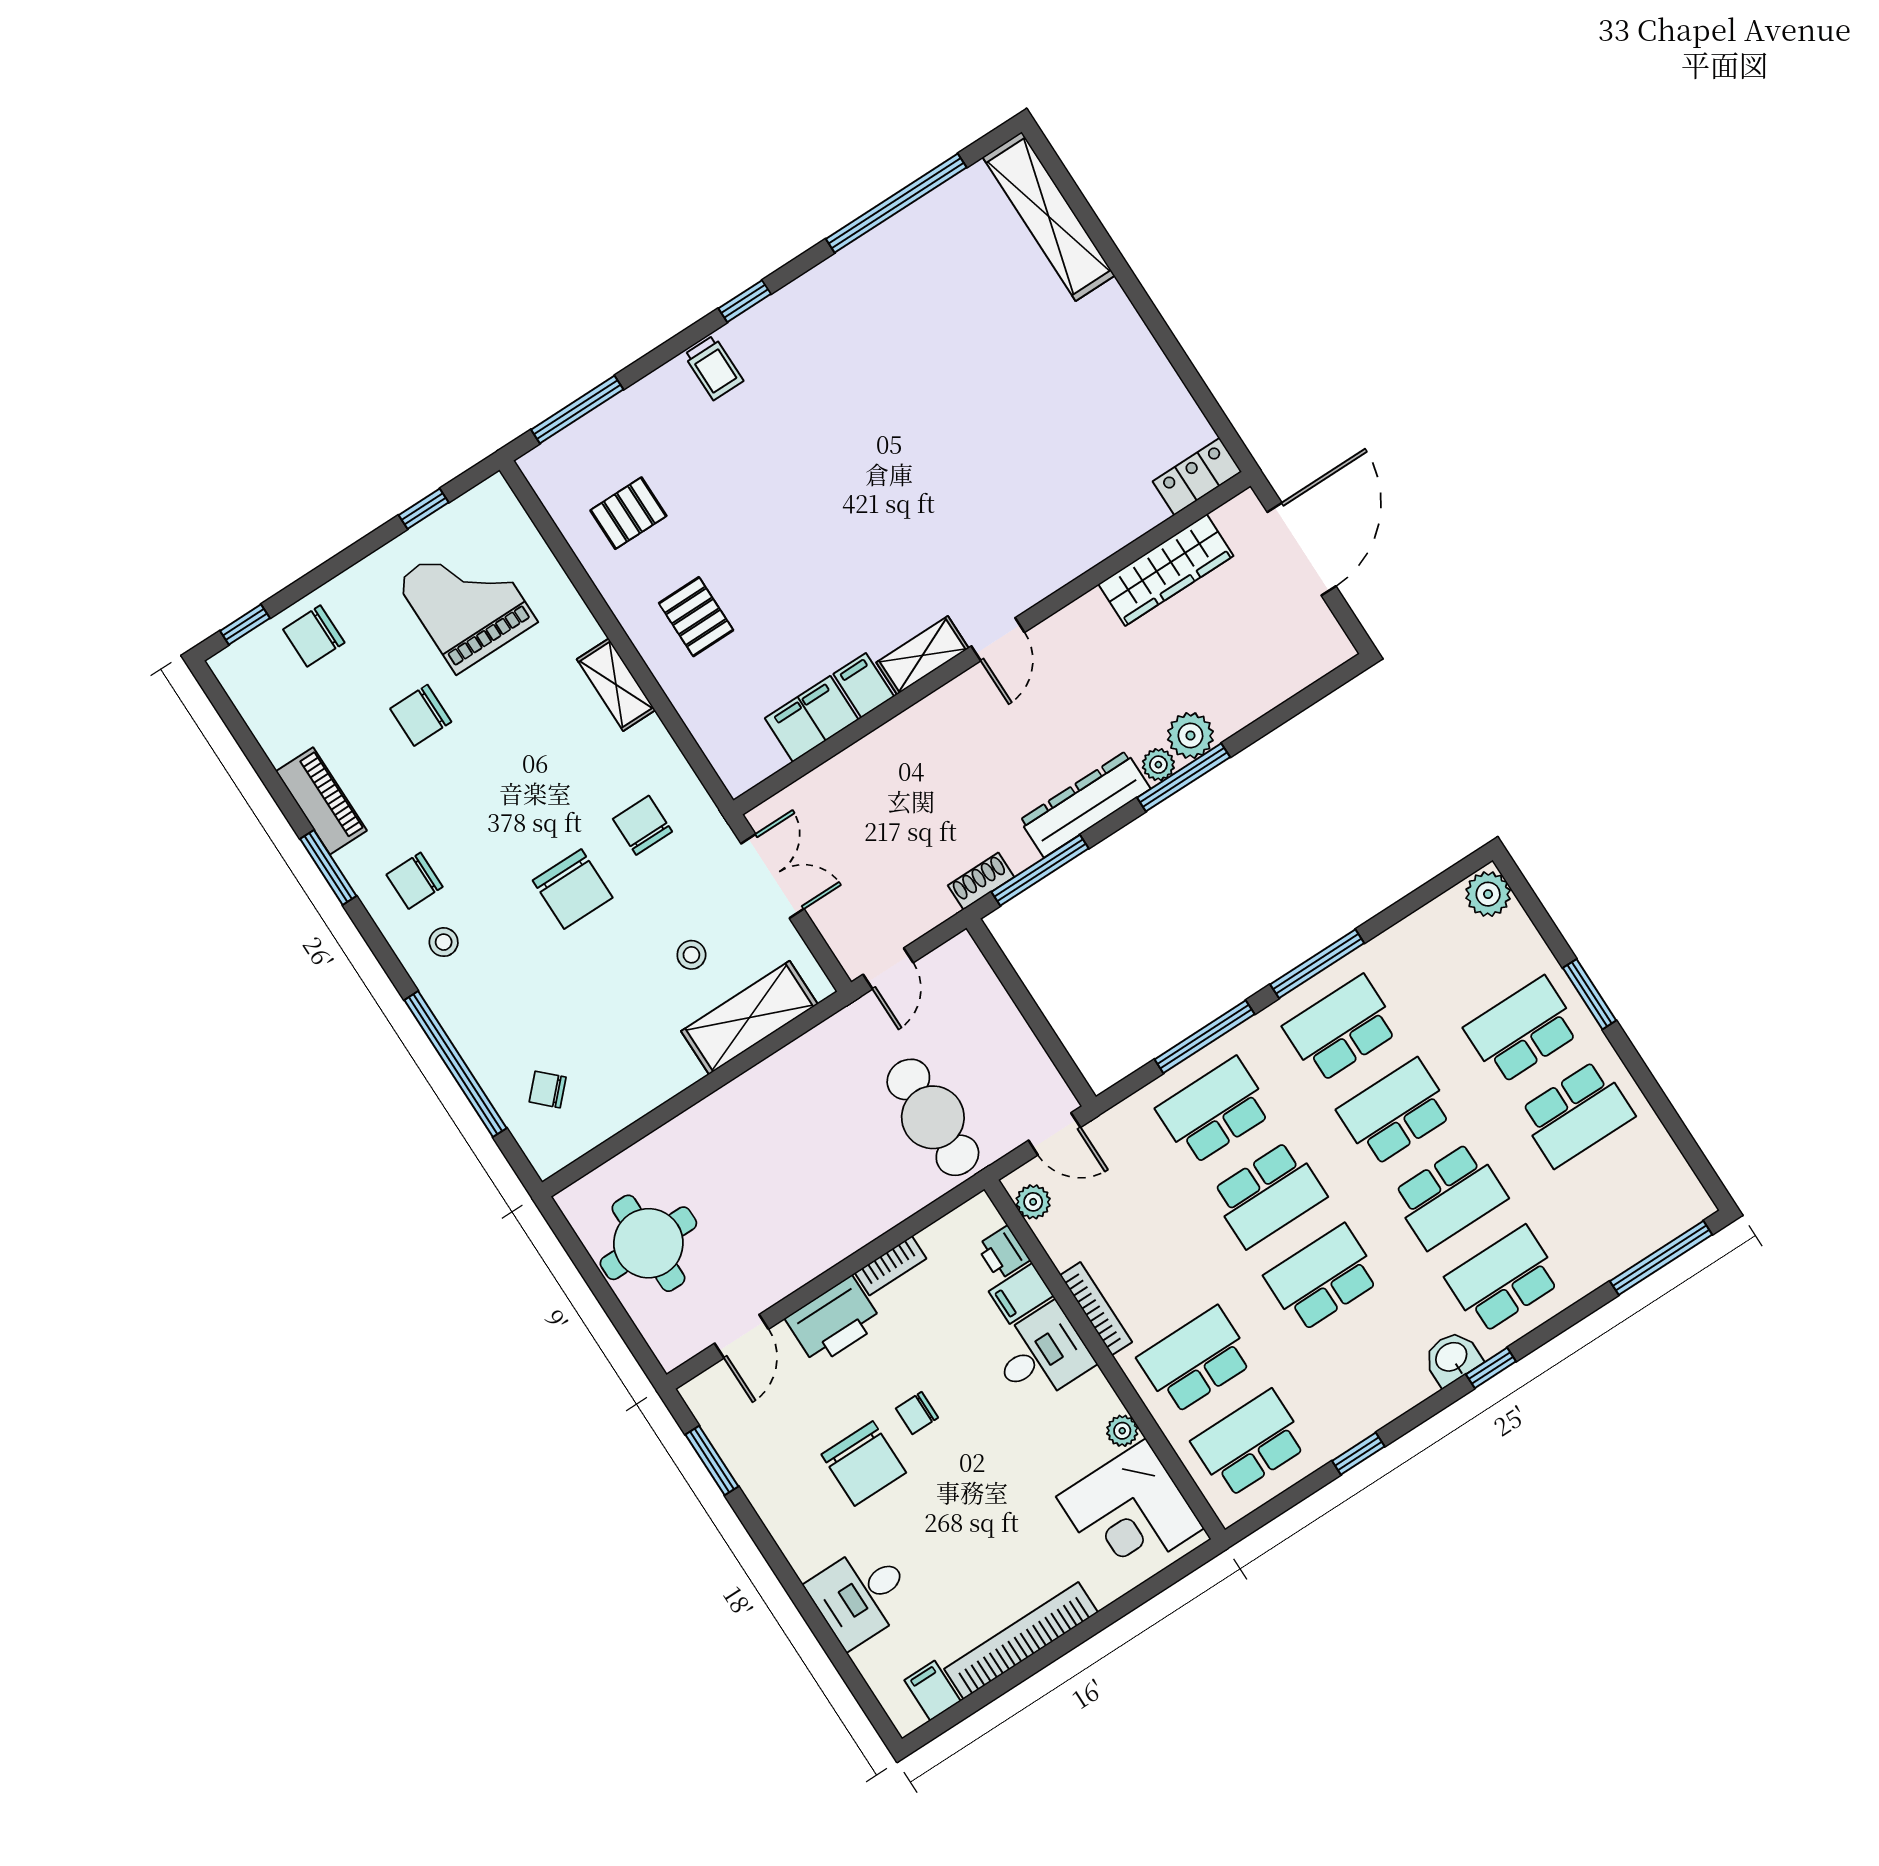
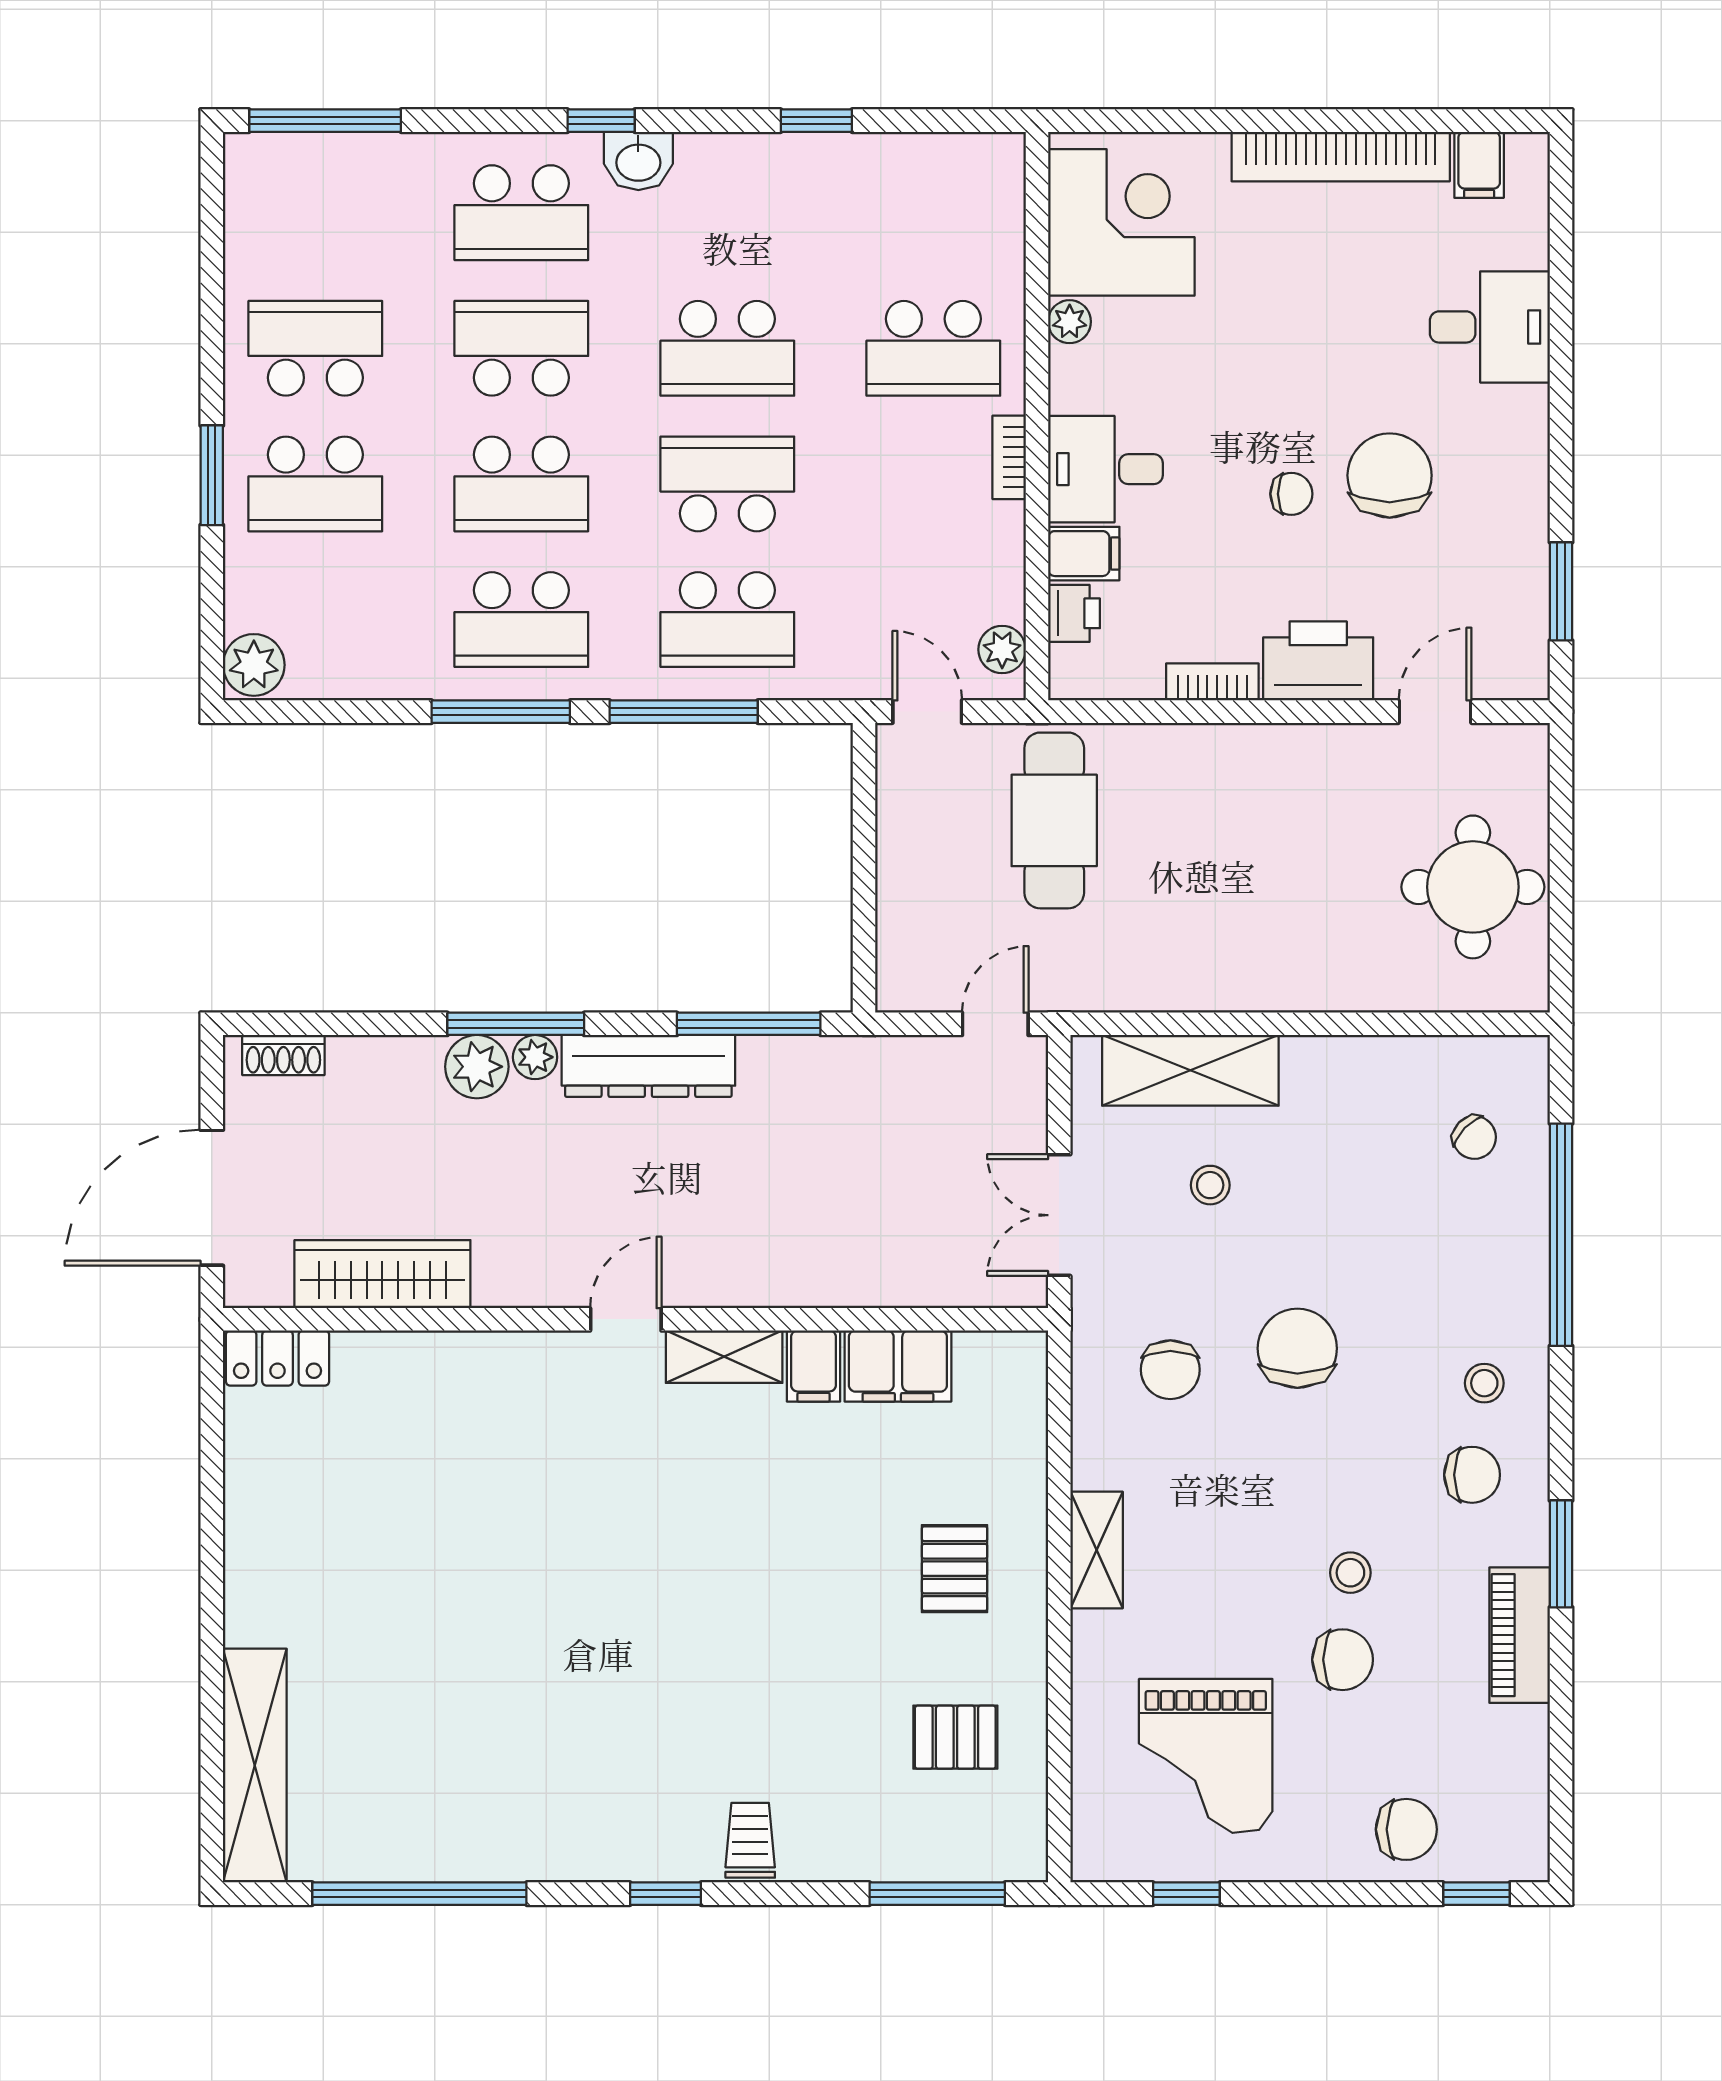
stool: (451, 772) -> (1350, 1573), added
shoe rack: (981, 881) -> (283, 1055), moved
bookcase: (1096, 1309) -> (1009, 457), width x0.64
school desk: (1250, 1444) -> (933, 213), removed

